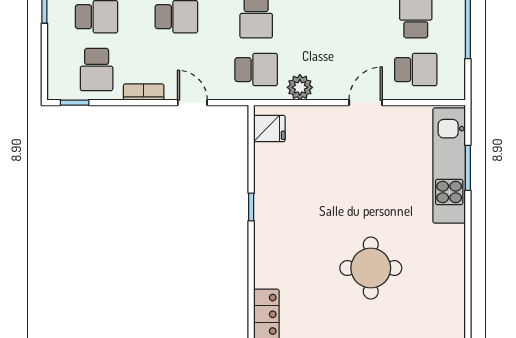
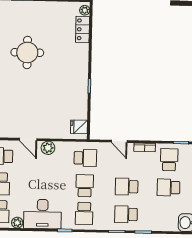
school desk: (256, 70) -> (85, 158), turned 180
plant: (300, 87) -> (48, 148), moved
door: (366, 103) -> (28, 139), hinge flipped

